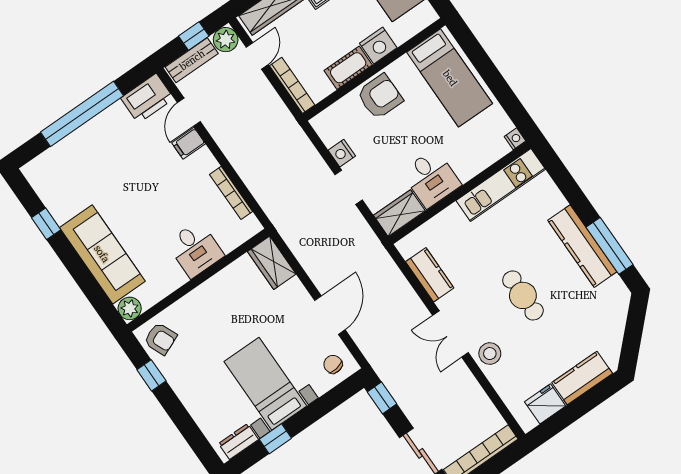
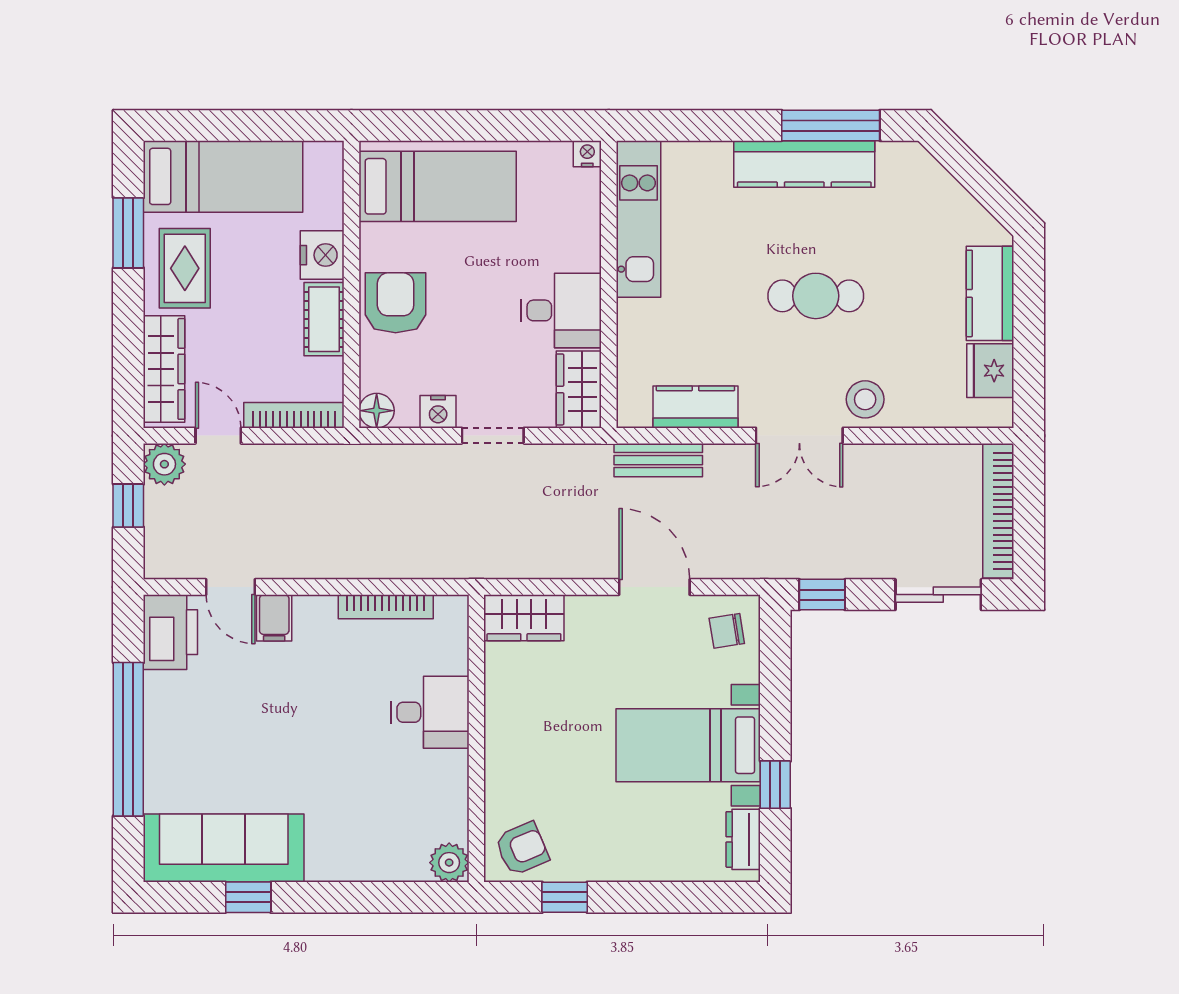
bench: (192, 60) -> (658, 460), moved, turned 90
floor lamp: (322, 123) -> (377, 411), added
sofa: (102, 254) -> (224, 848), moved

